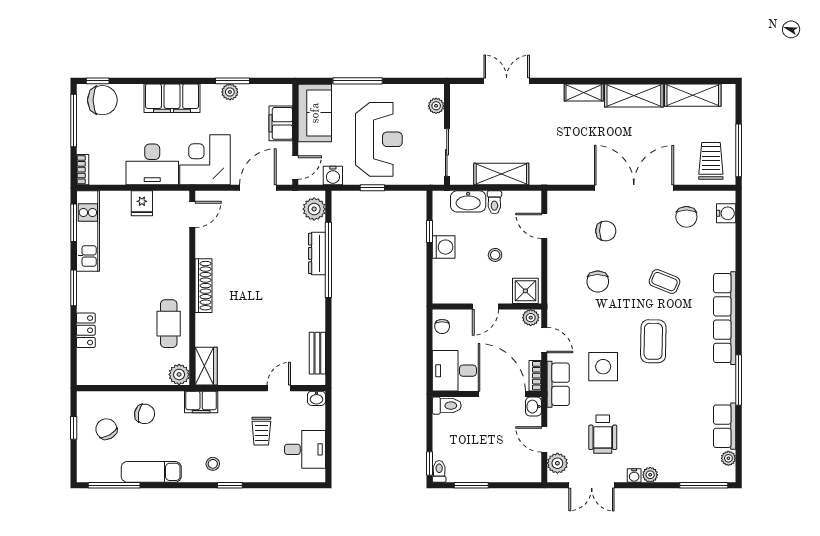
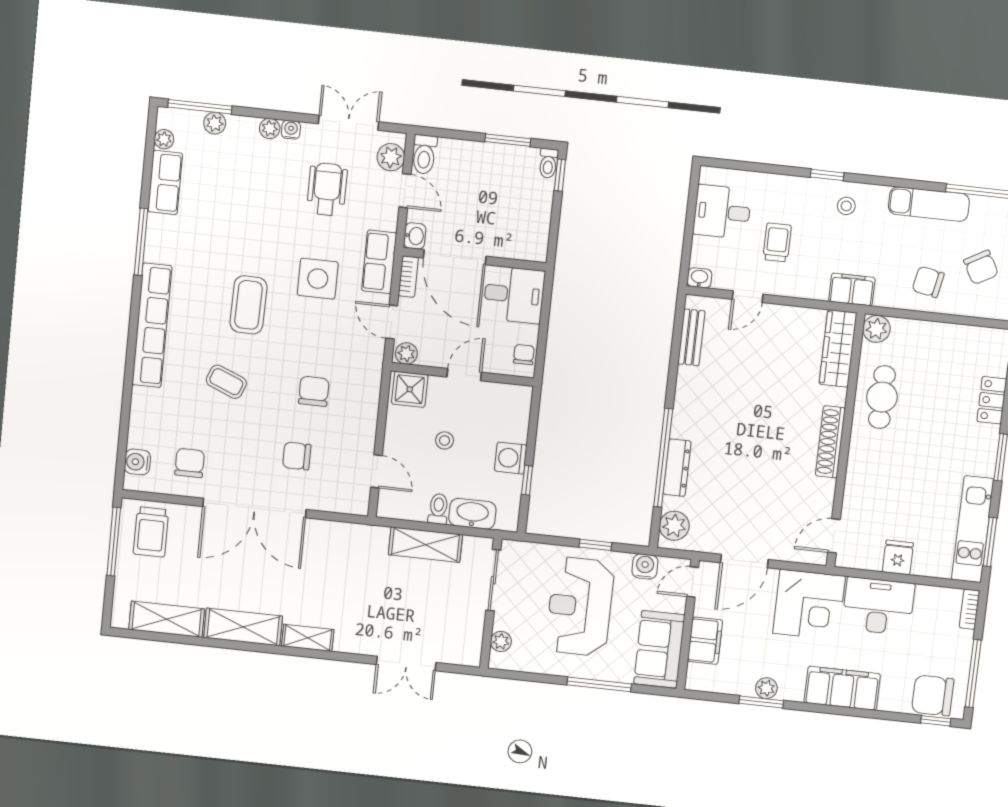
wardrobe: (206, 366) -> (838, 348), width x1.50
toilet: (447, 406) -> (424, 154), moved, turned -90
plant: (692, 474) -> (215, 123), added

